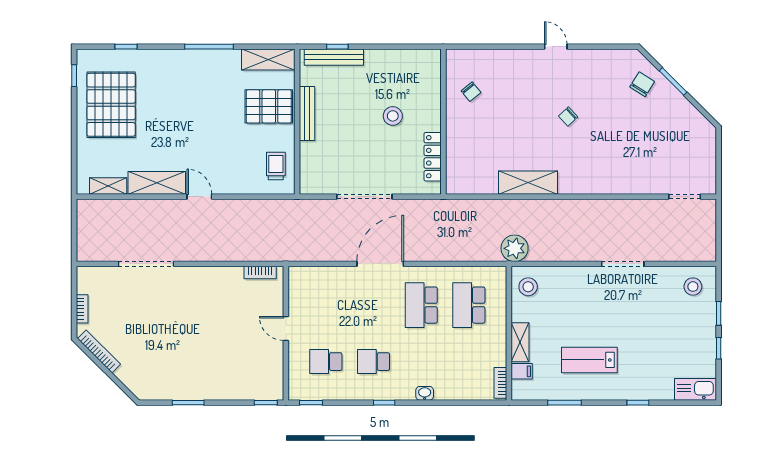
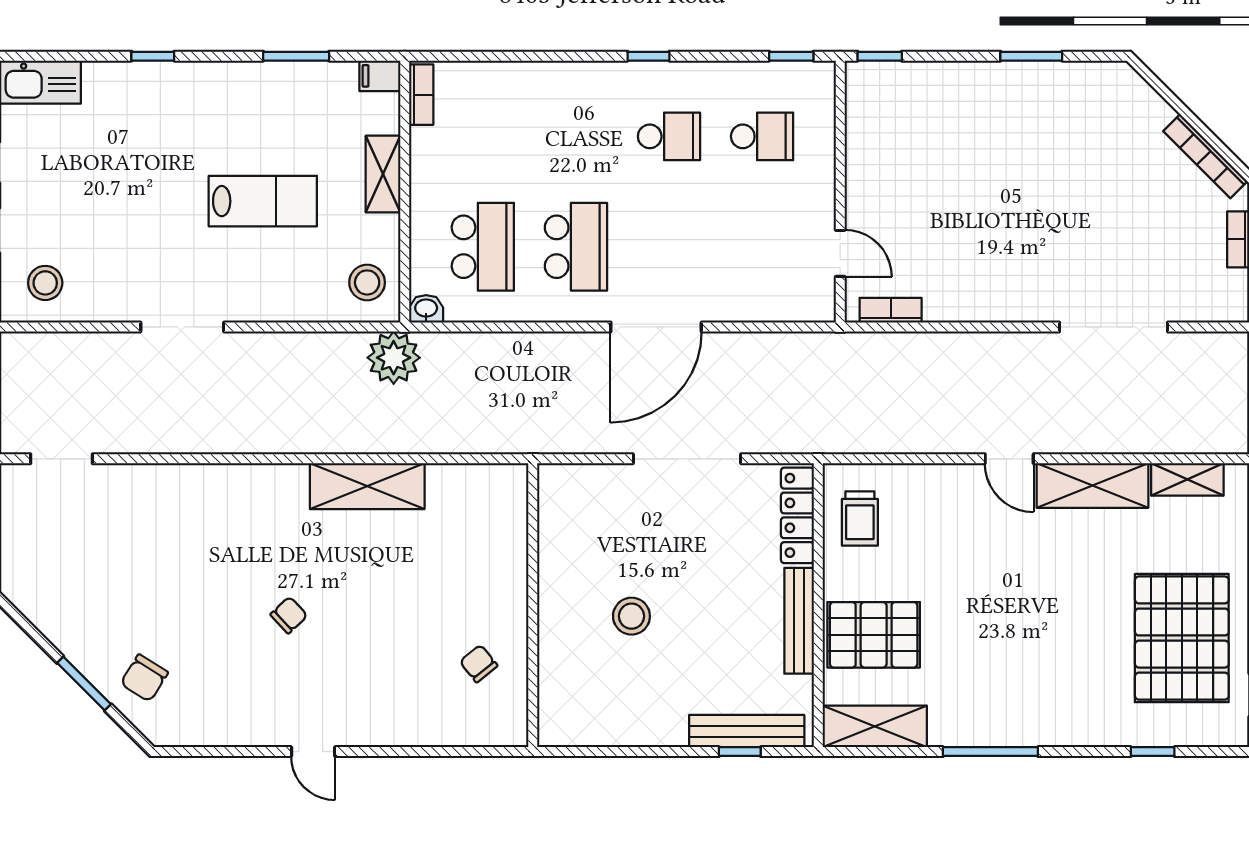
locker: (433, 157) -> (797, 515), moved, turned 180
door: (286, 328) -> (840, 253), moved
lab bench: (589, 360) -> (263, 201), moved
filing cabinet: (522, 371) -> (380, 76), moved
washbasin: (425, 393) -> (426, 309), moved, turned 180

